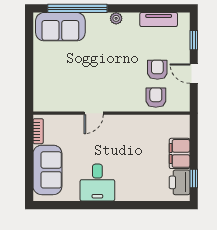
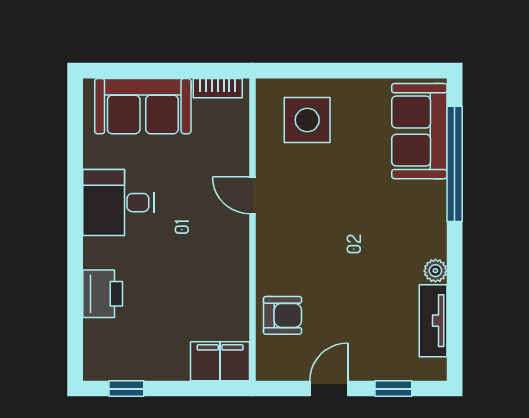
plant: (116, 18) -> (435, 271), moved
armchair: (157, 70) -> (336, 318), removed
side table: (55, 85) -> (307, 120), added
filing cabinet: (180, 153) -> (220, 361), moved
printer: (180, 182) -> (103, 294), moved, turned 90

